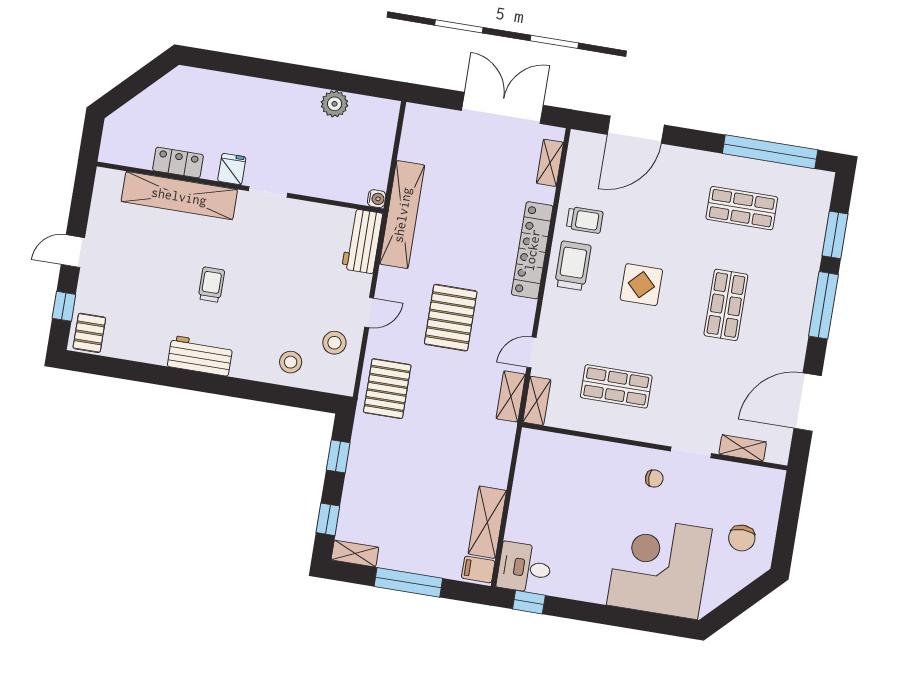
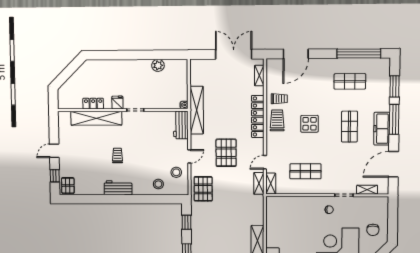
freezer: (794, 321) -> (382, 129), added

